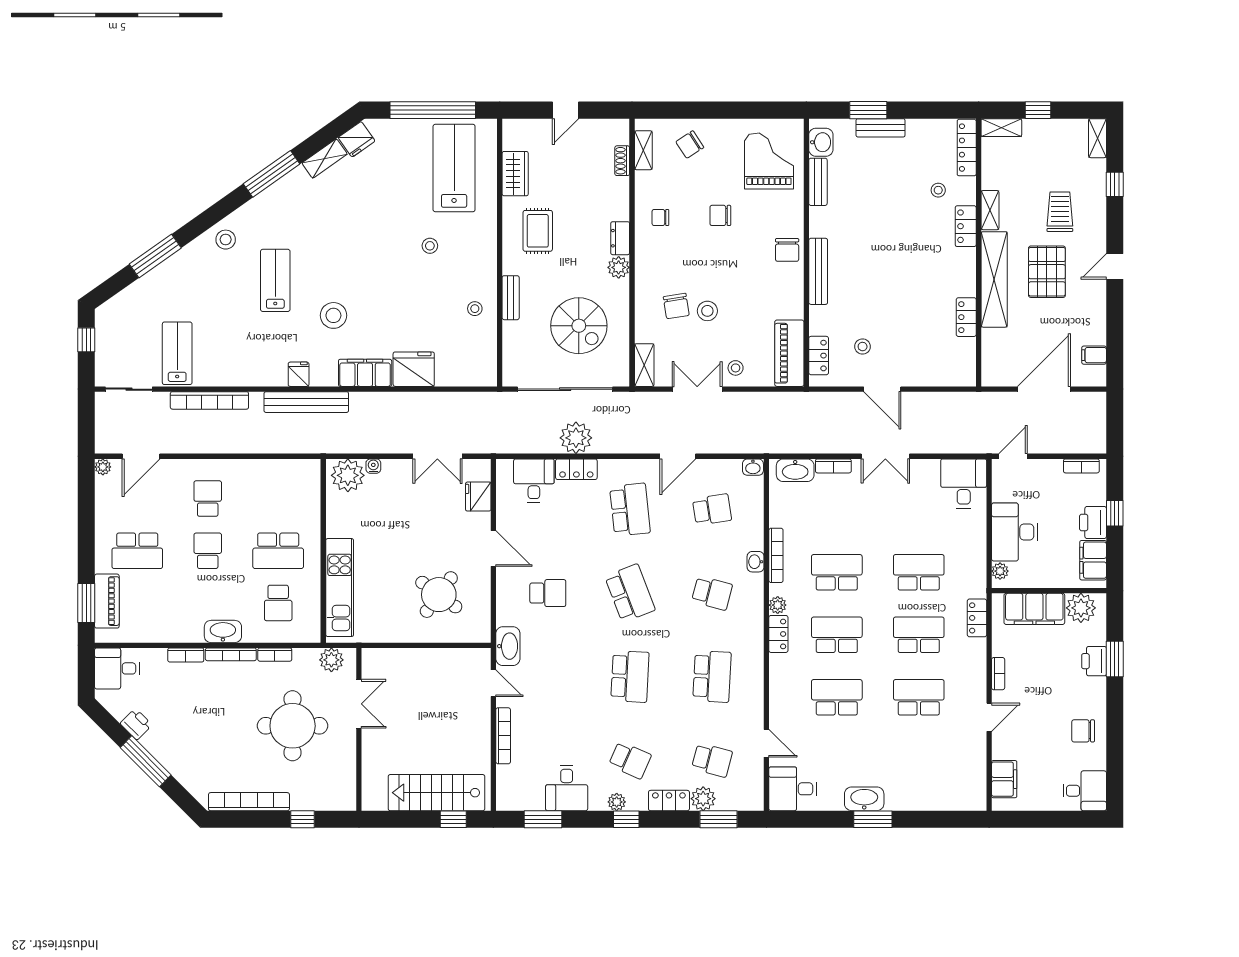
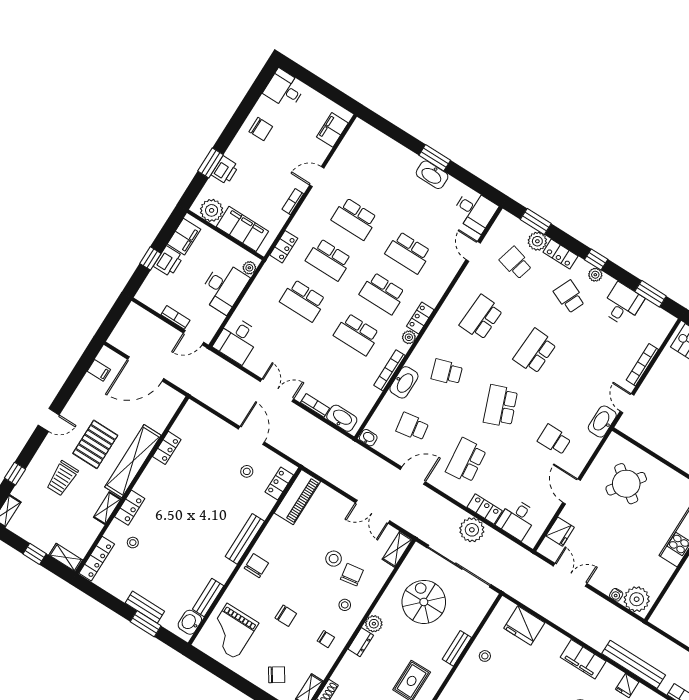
stool: (736, 368) -> (345, 605), moved
fridge: (414, 369) -> (524, 625), moved
bookcase: (1081, 466) -> (176, 317), moved
washbasin: (756, 562) -> (404, 382), width x1.91, depth x1.45
school desk: (712, 593) -> (447, 372), turned -33

